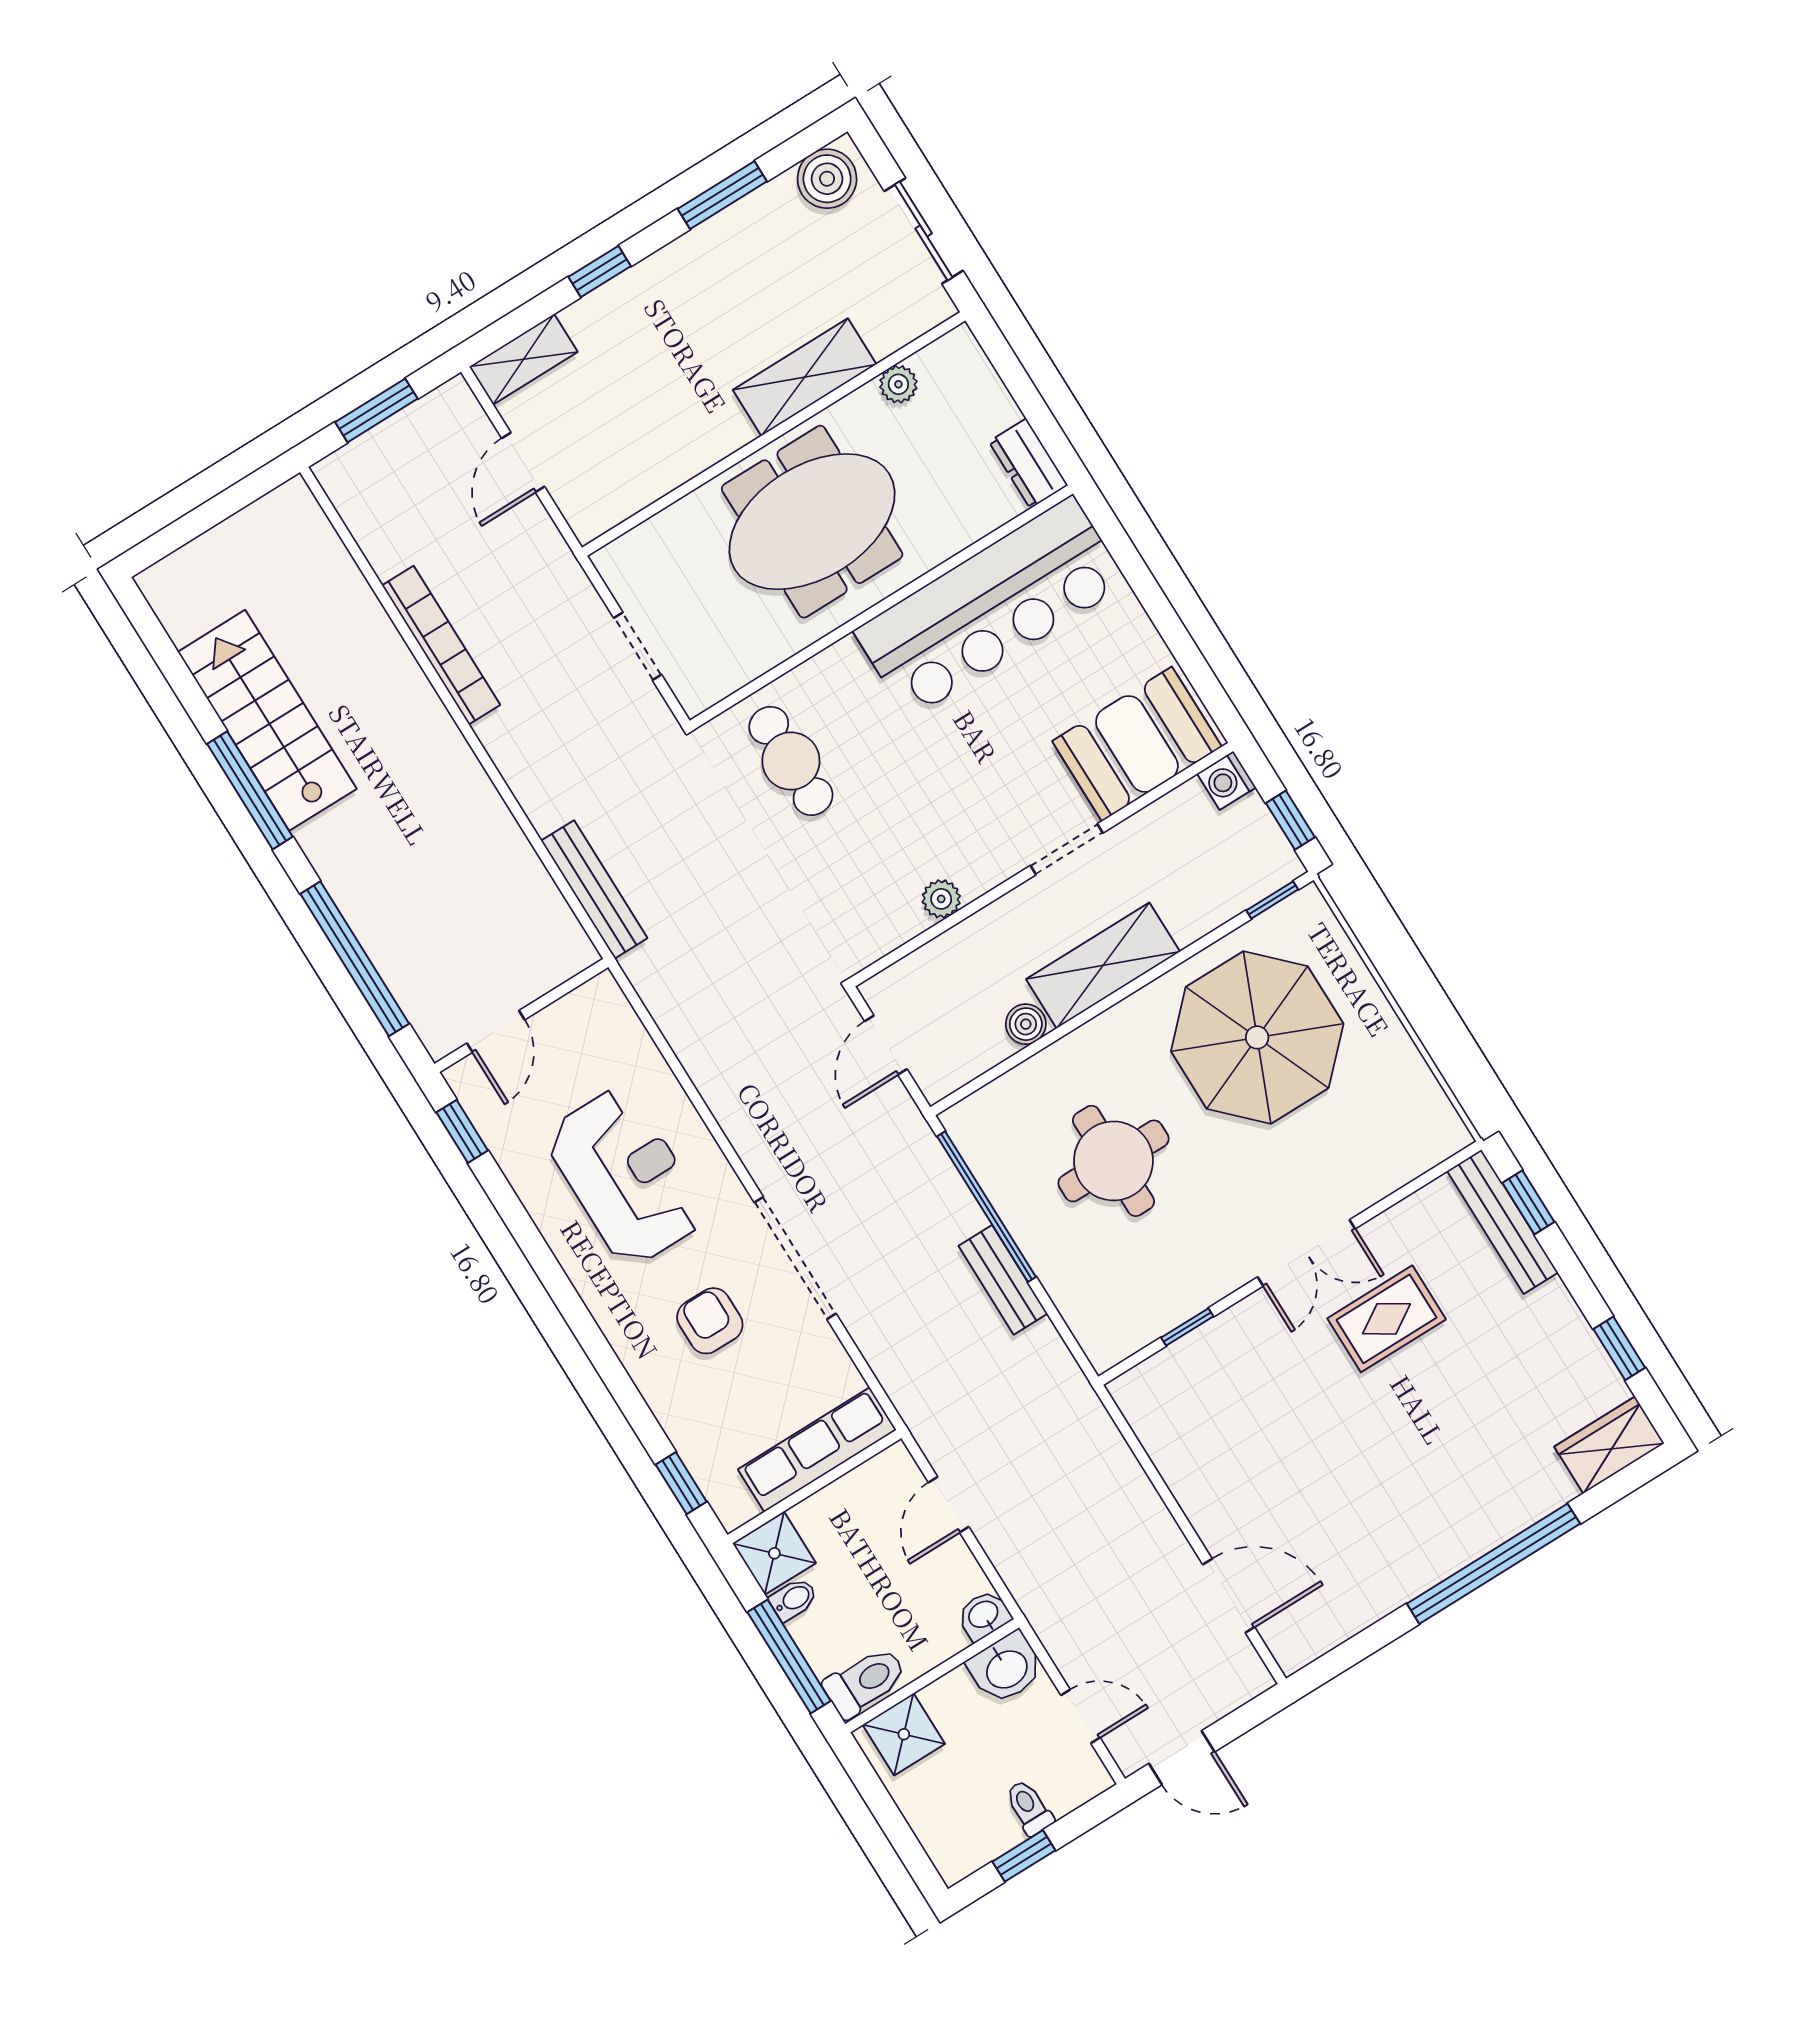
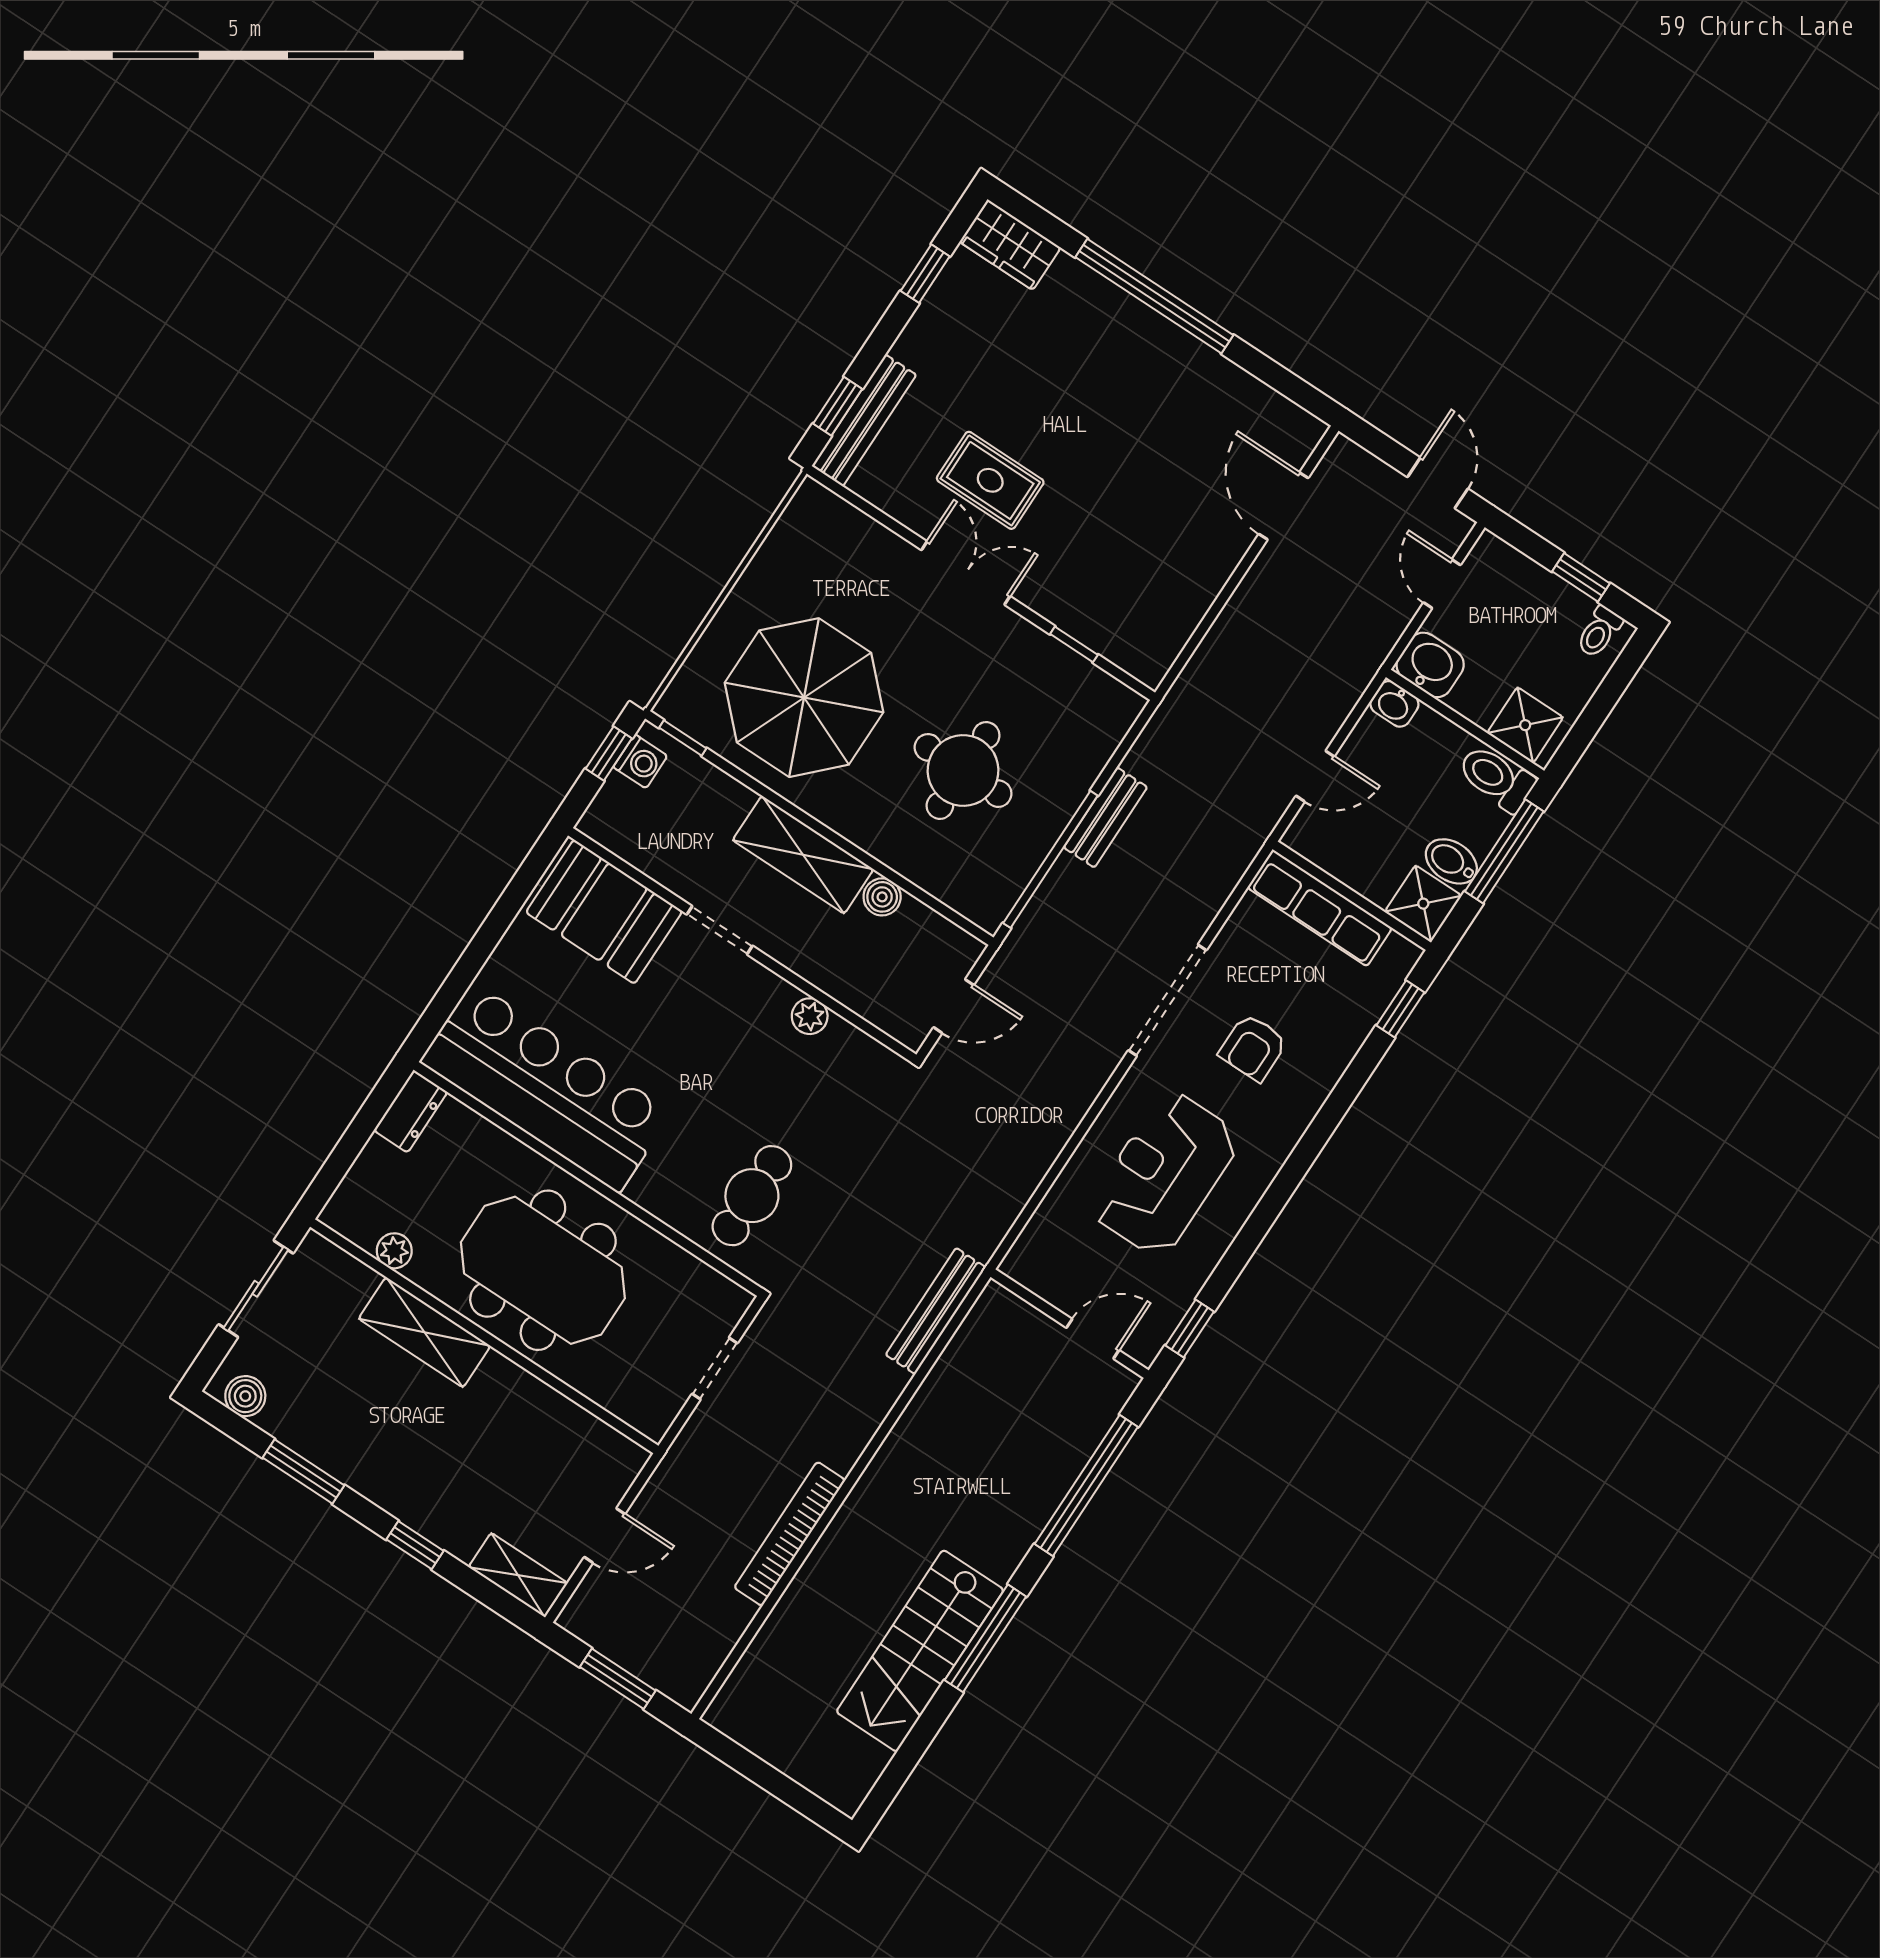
boiler: (827, 179) -> (245, 1396), width x0.73, depth x0.73
washing machine: (1227, 781) -> (640, 761), moved
bidet: (793, 1599) -> (1451, 861), width x1.38, depth x1.36
toilet: (1029, 1808) -> (1599, 632), moved

